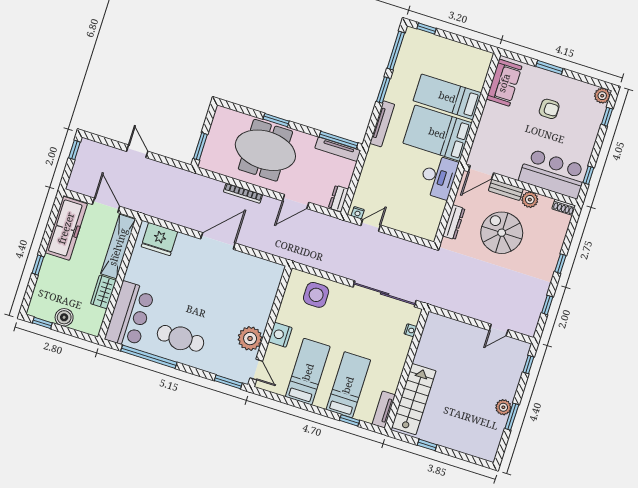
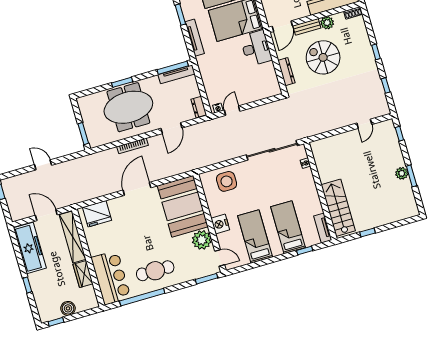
booth: (253, 290) -> (183, 206), added

